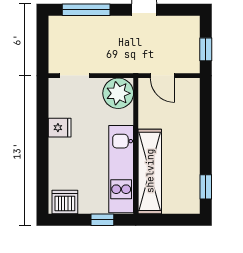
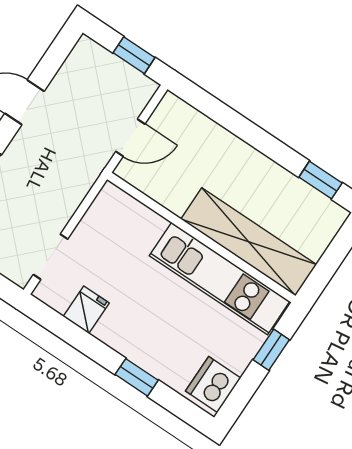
plant: (118, 93) -> (114, 214), removed
fridge: (60, 128) -> (86, 310), moved
window: (42, 161) -> (137, 377), added

